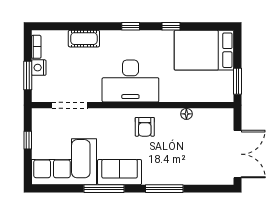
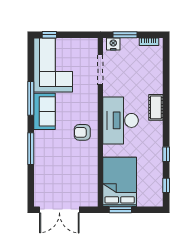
window: (131, 26) -> (166, 185), moved
cot: (84, 39) -> (156, 107), moved
bed: (204, 50) -> (120, 182), moved
nightstand: (39, 68) -> (113, 44), moved
floor lamp: (186, 114) -> (93, 167), removed
window: (28, 140) -> (49, 35), moved

